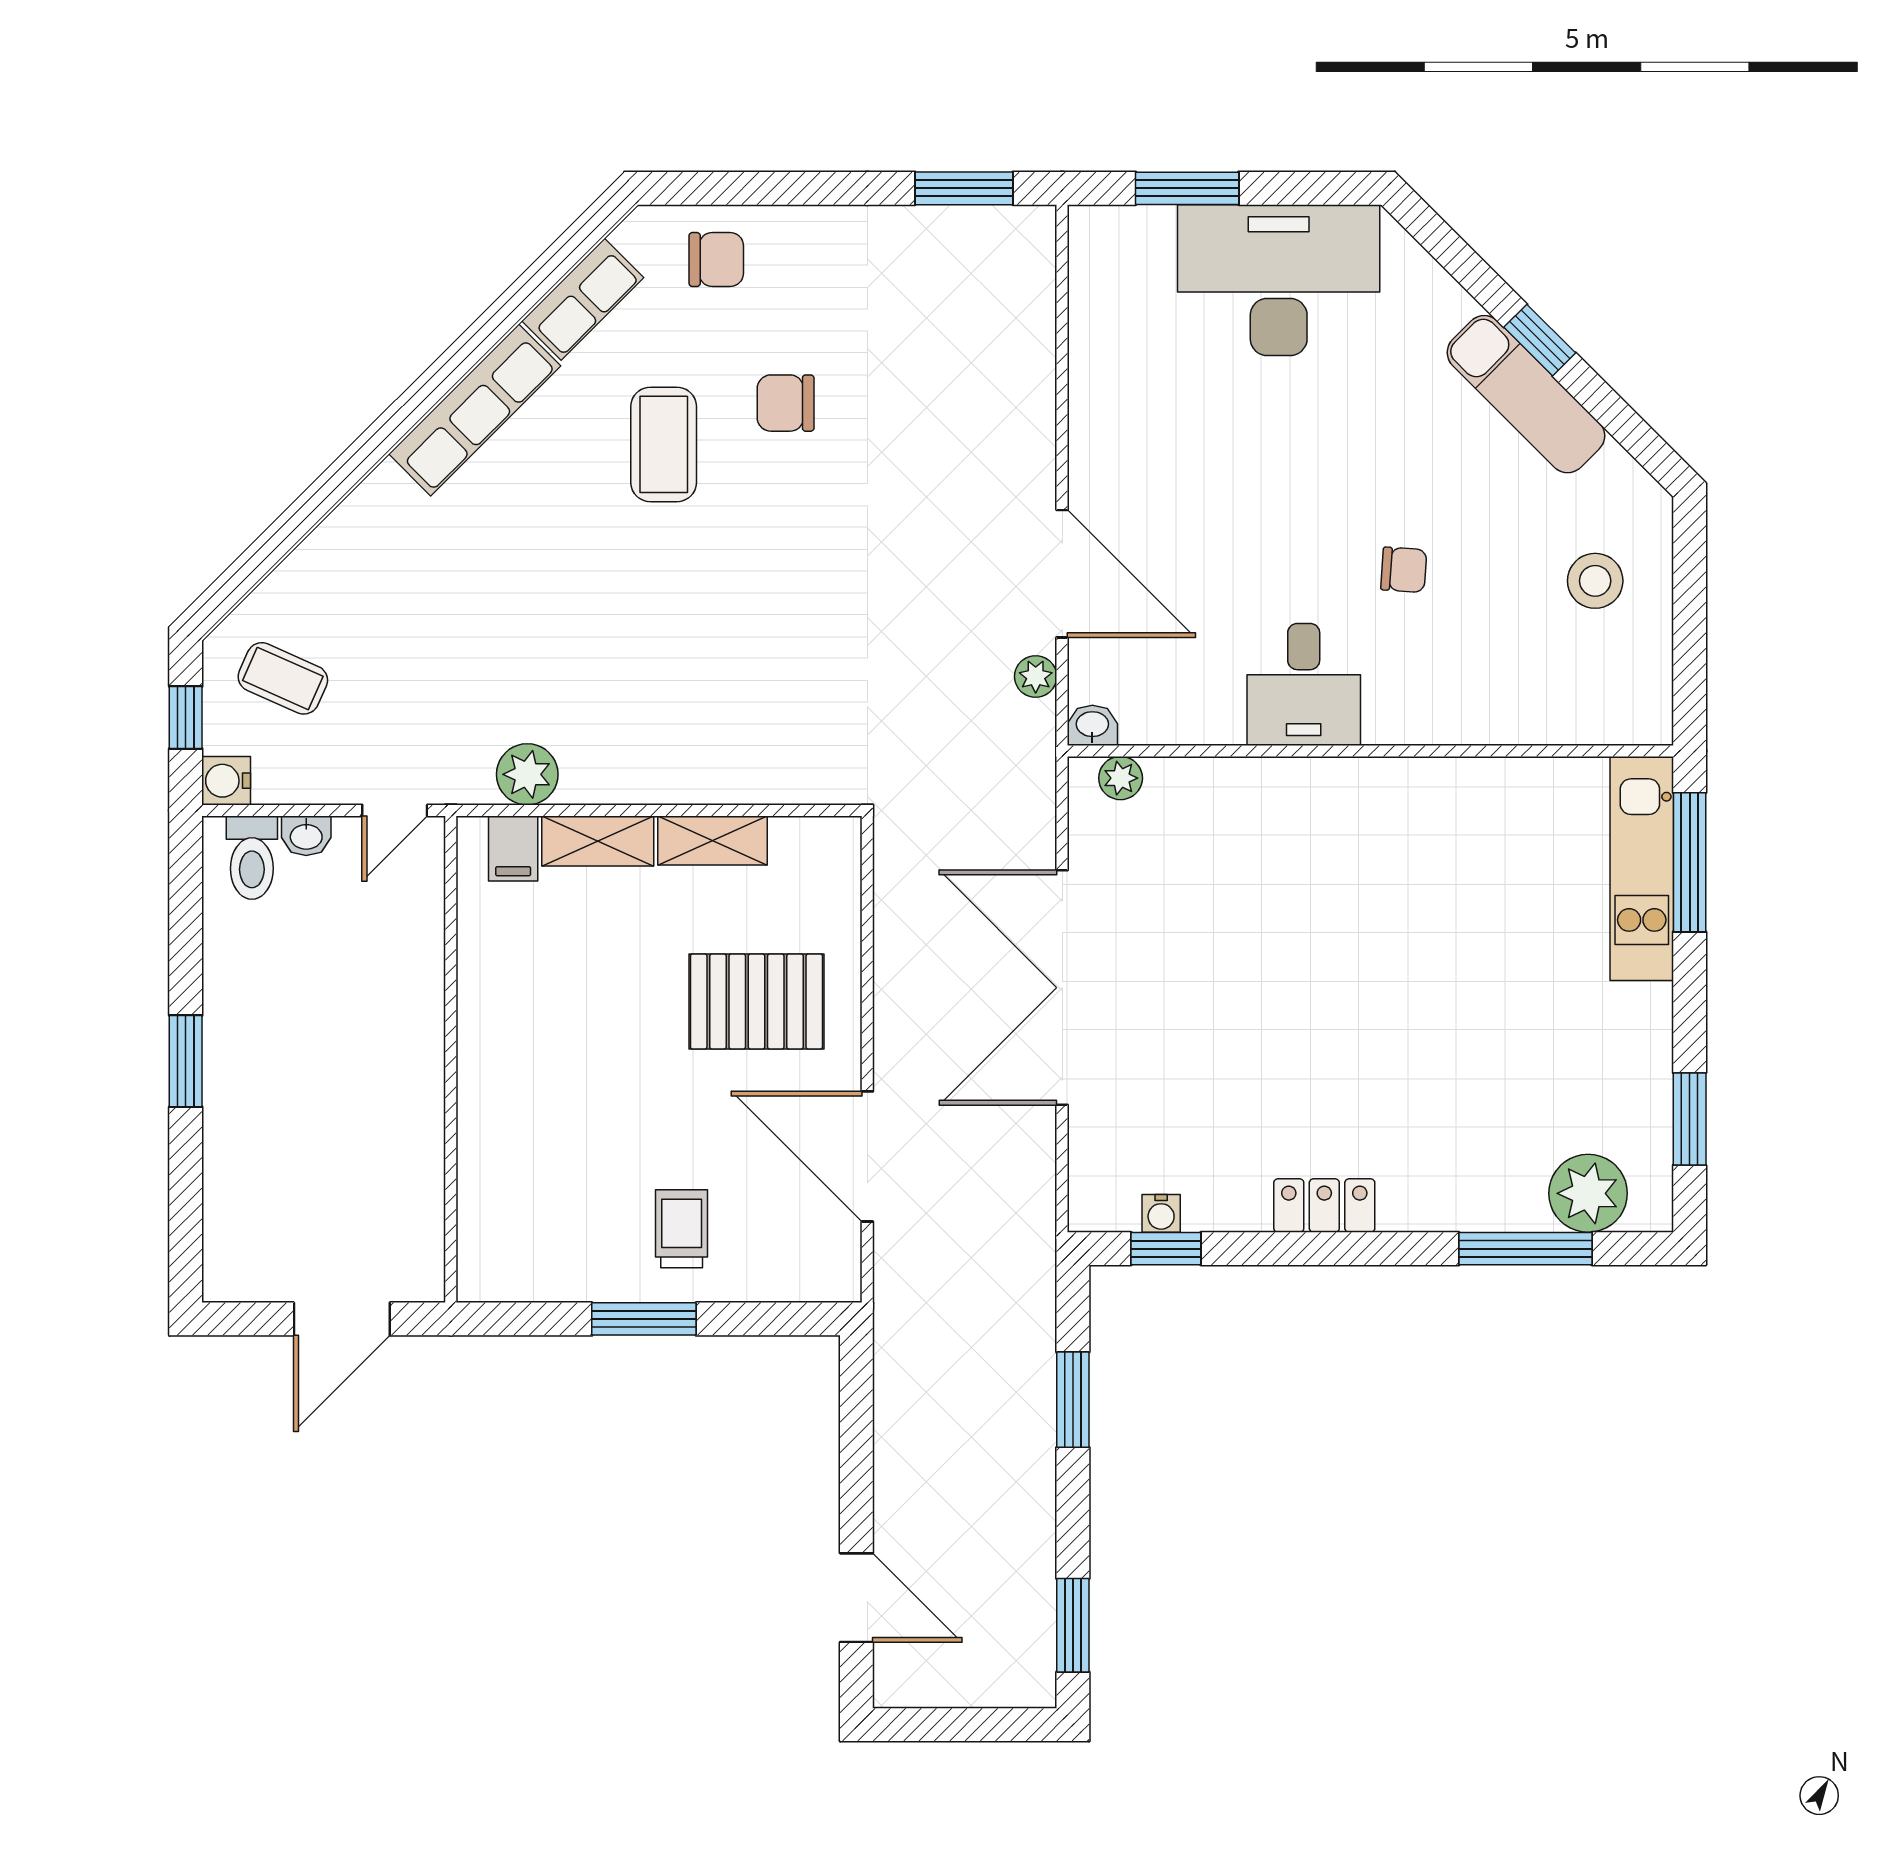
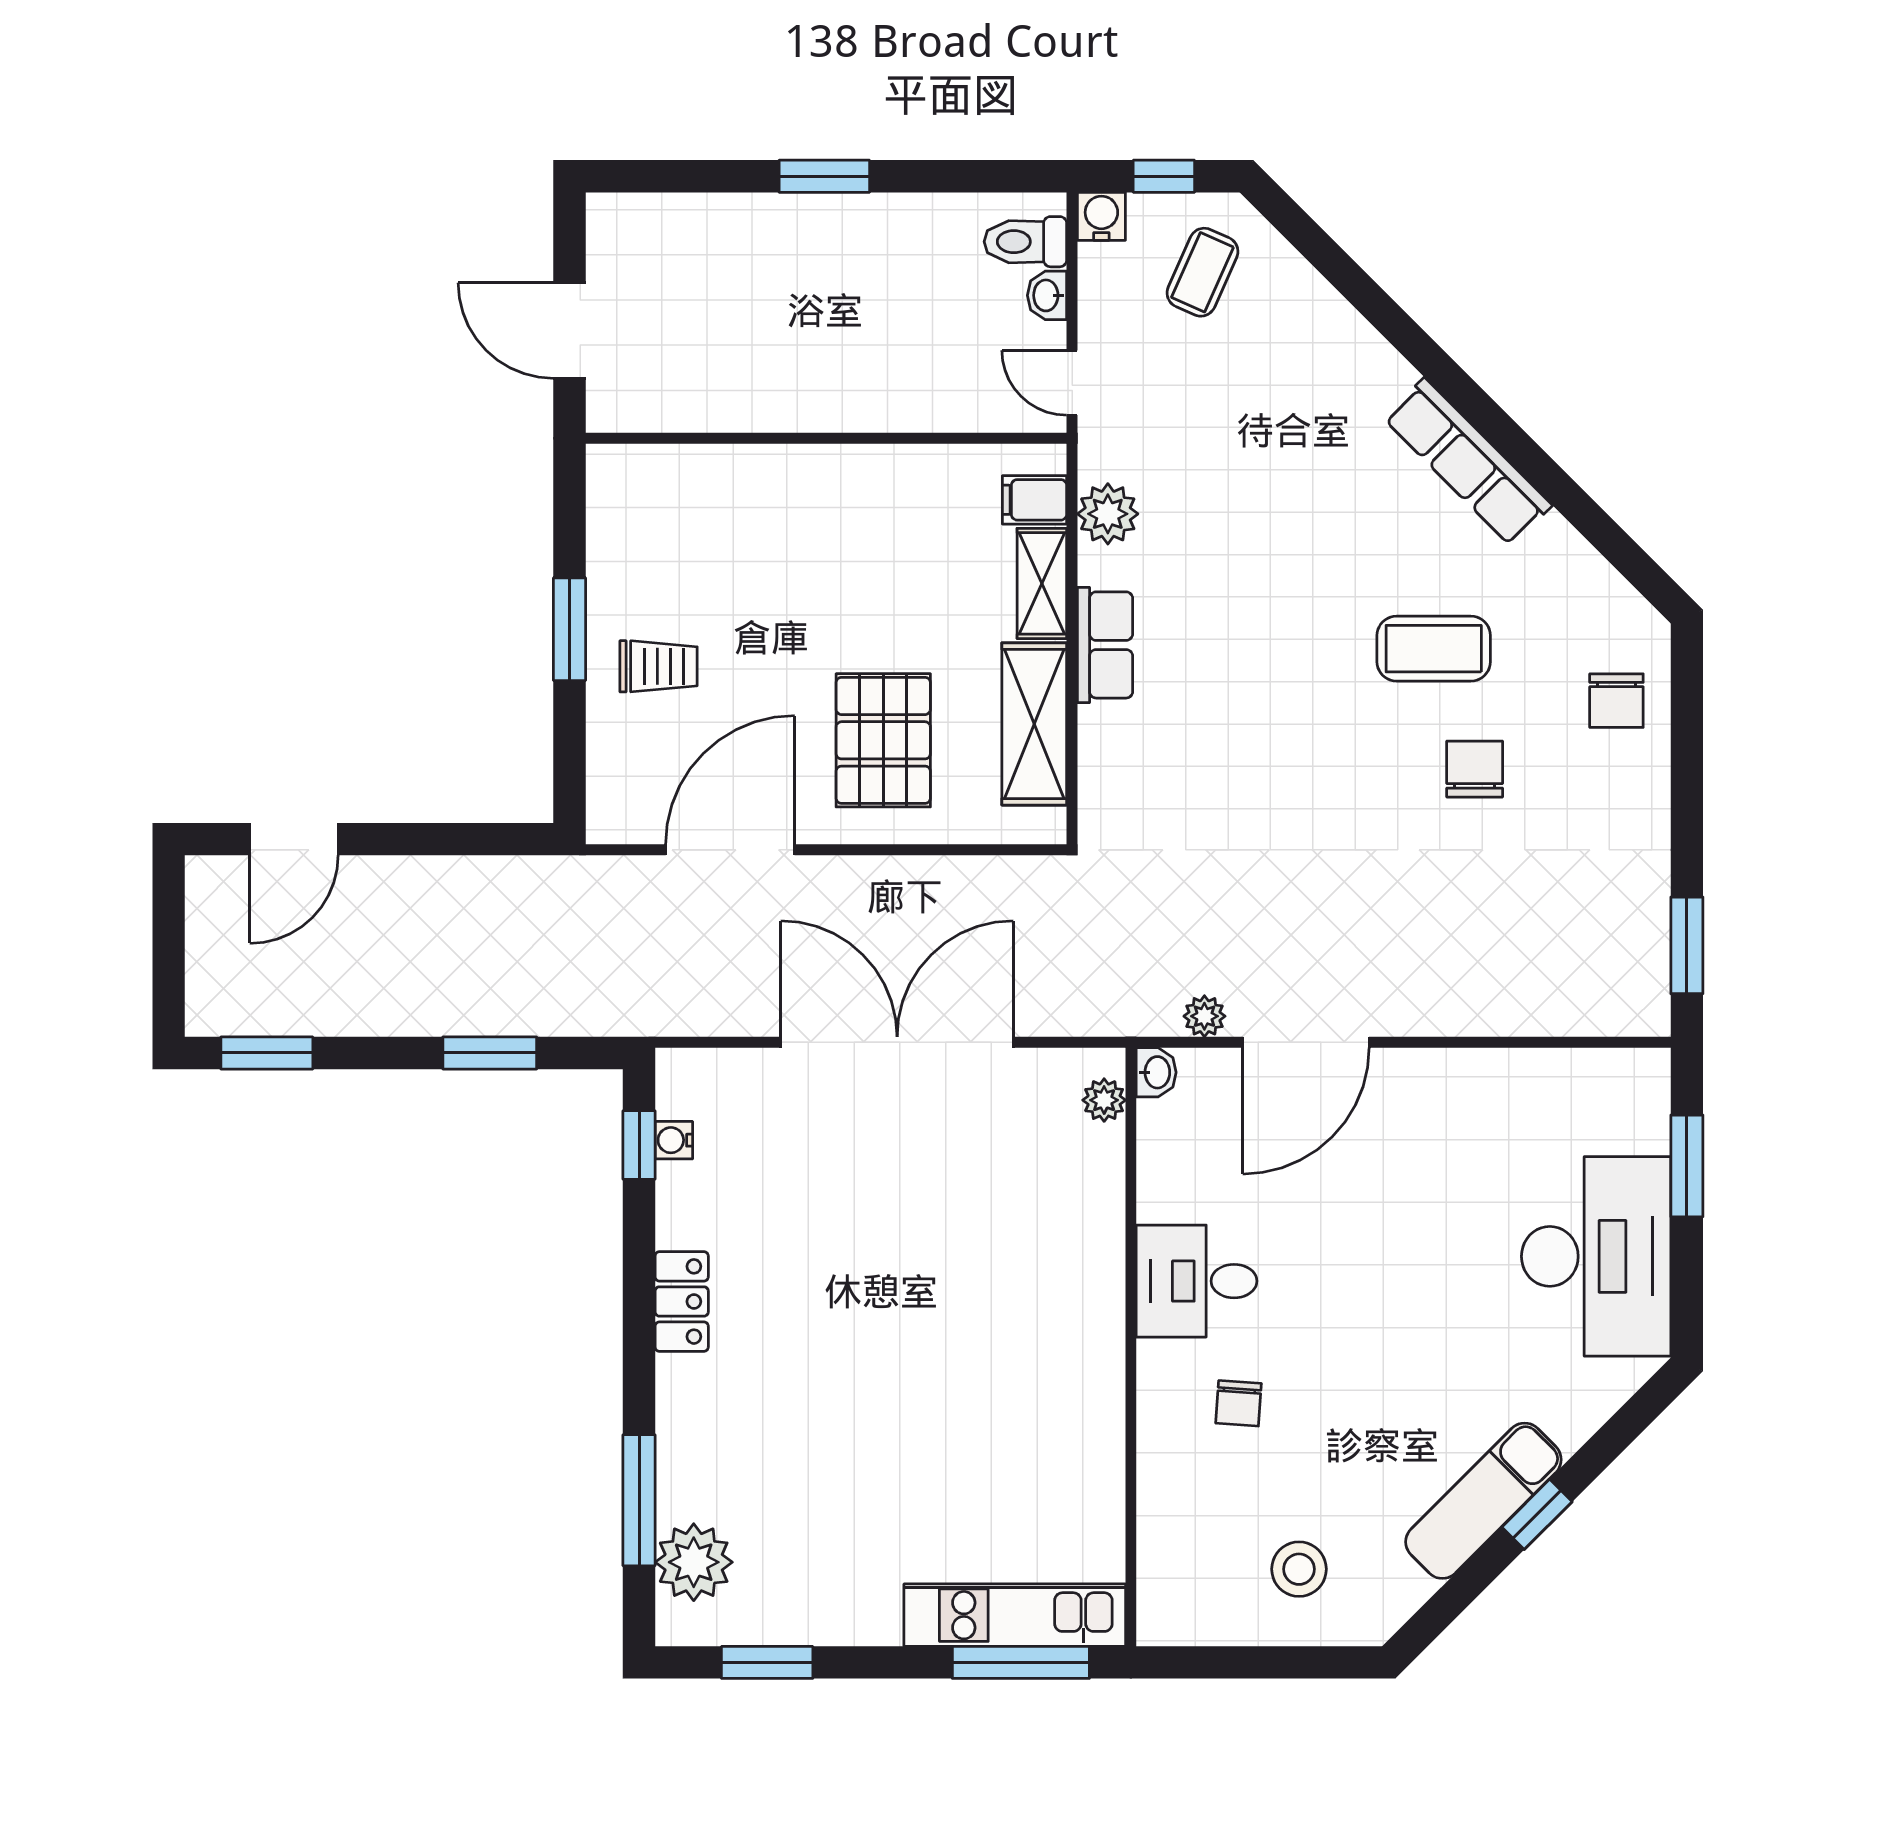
row of seats: (583, 299) -> (1105, 645), moved, turned -135
chair: (1404, 570) -> (1239, 1403), moved
shelving: (713, 840) -> (1034, 724), width x1.50, depth x1.33

